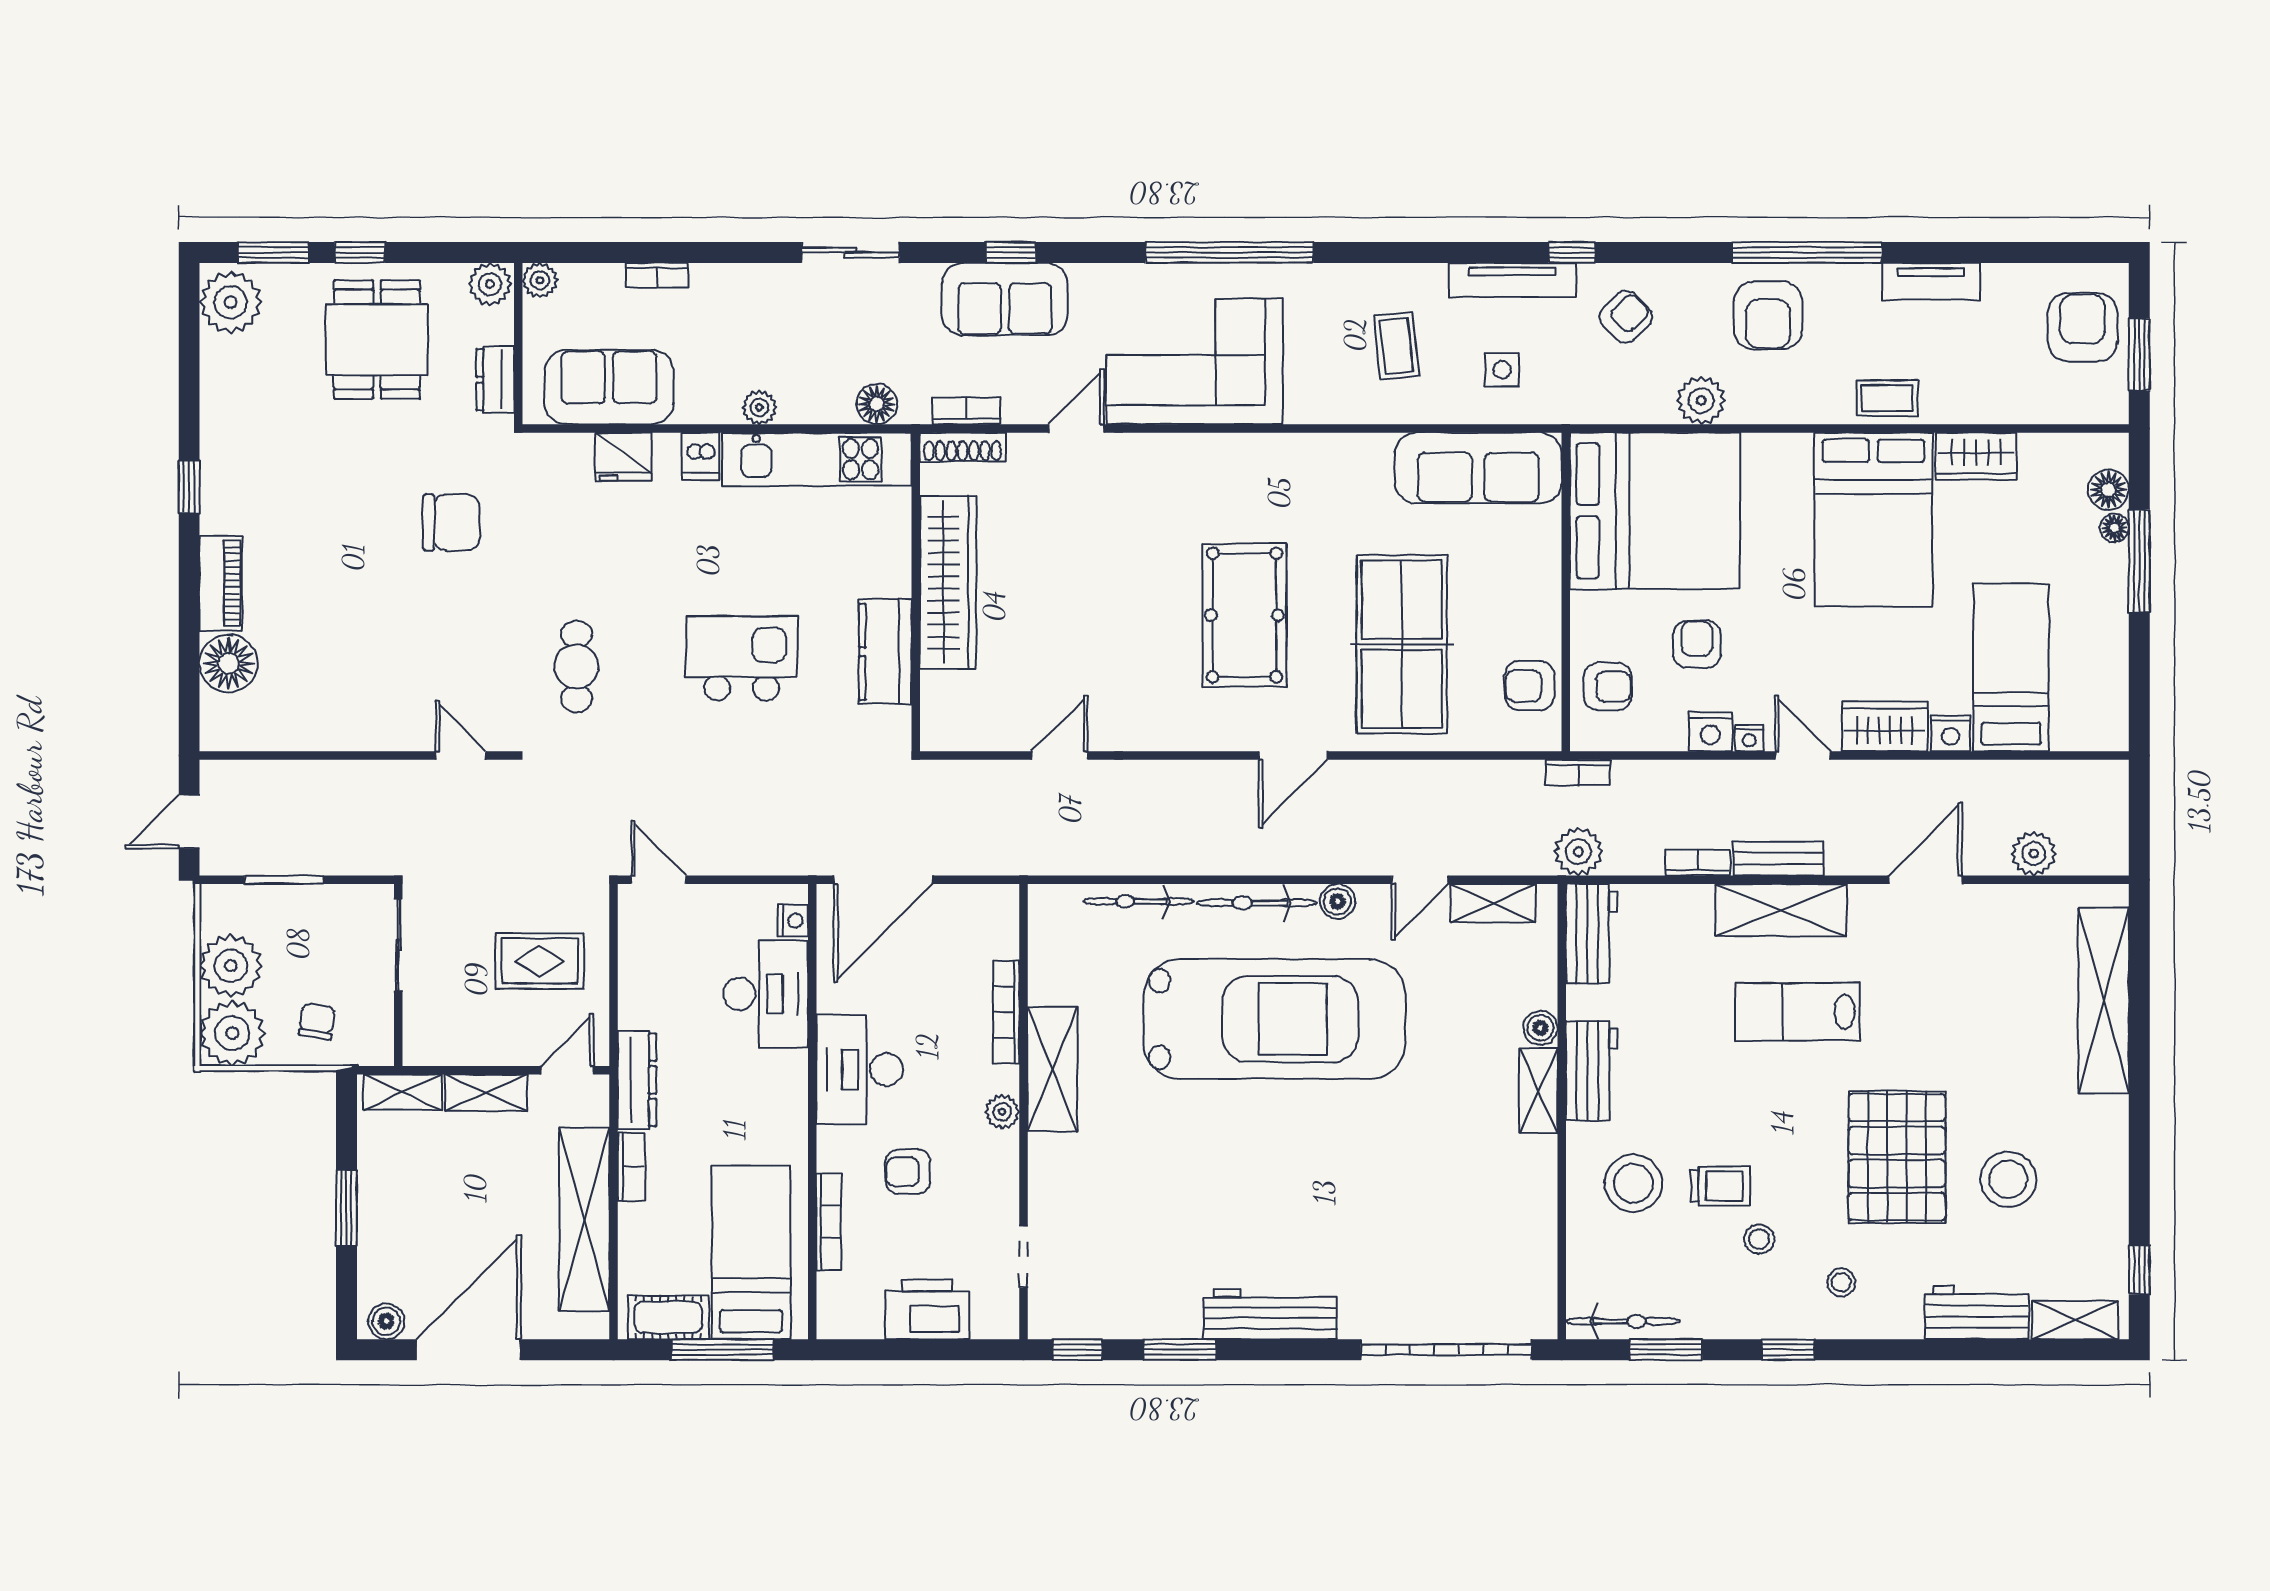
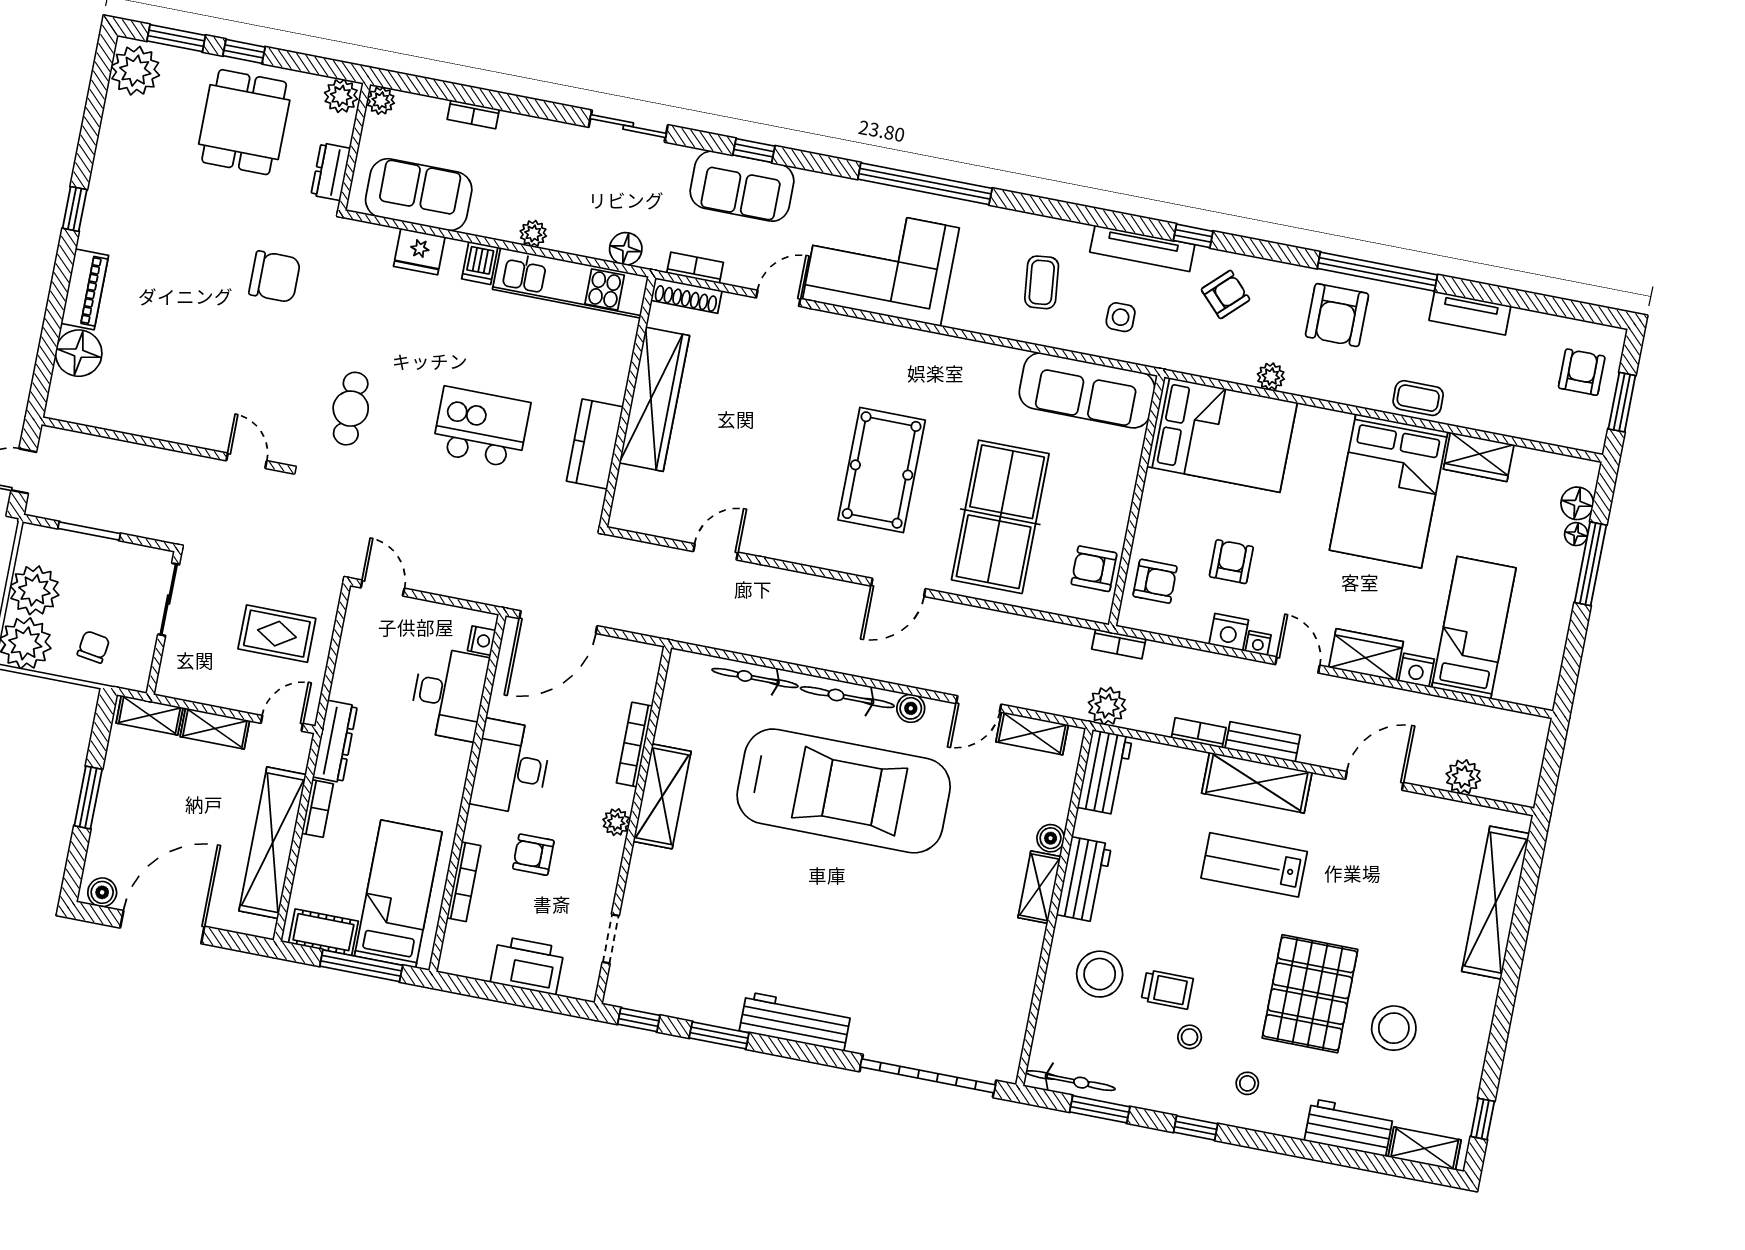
armchair: (2083, 327) -> (1582, 372), width x0.72, depth x0.72
plant: (1701, 400) -> (1271, 377), width x0.73, depth x0.73
bed: (1655, 511) -> (1222, 435), width x0.73

